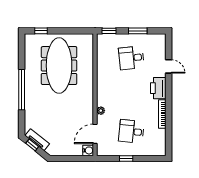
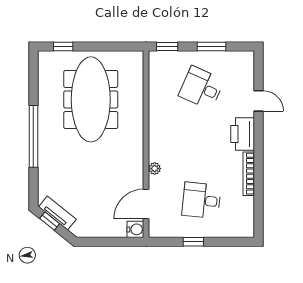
desk: (131, 58) -> (201, 88), turned 30

